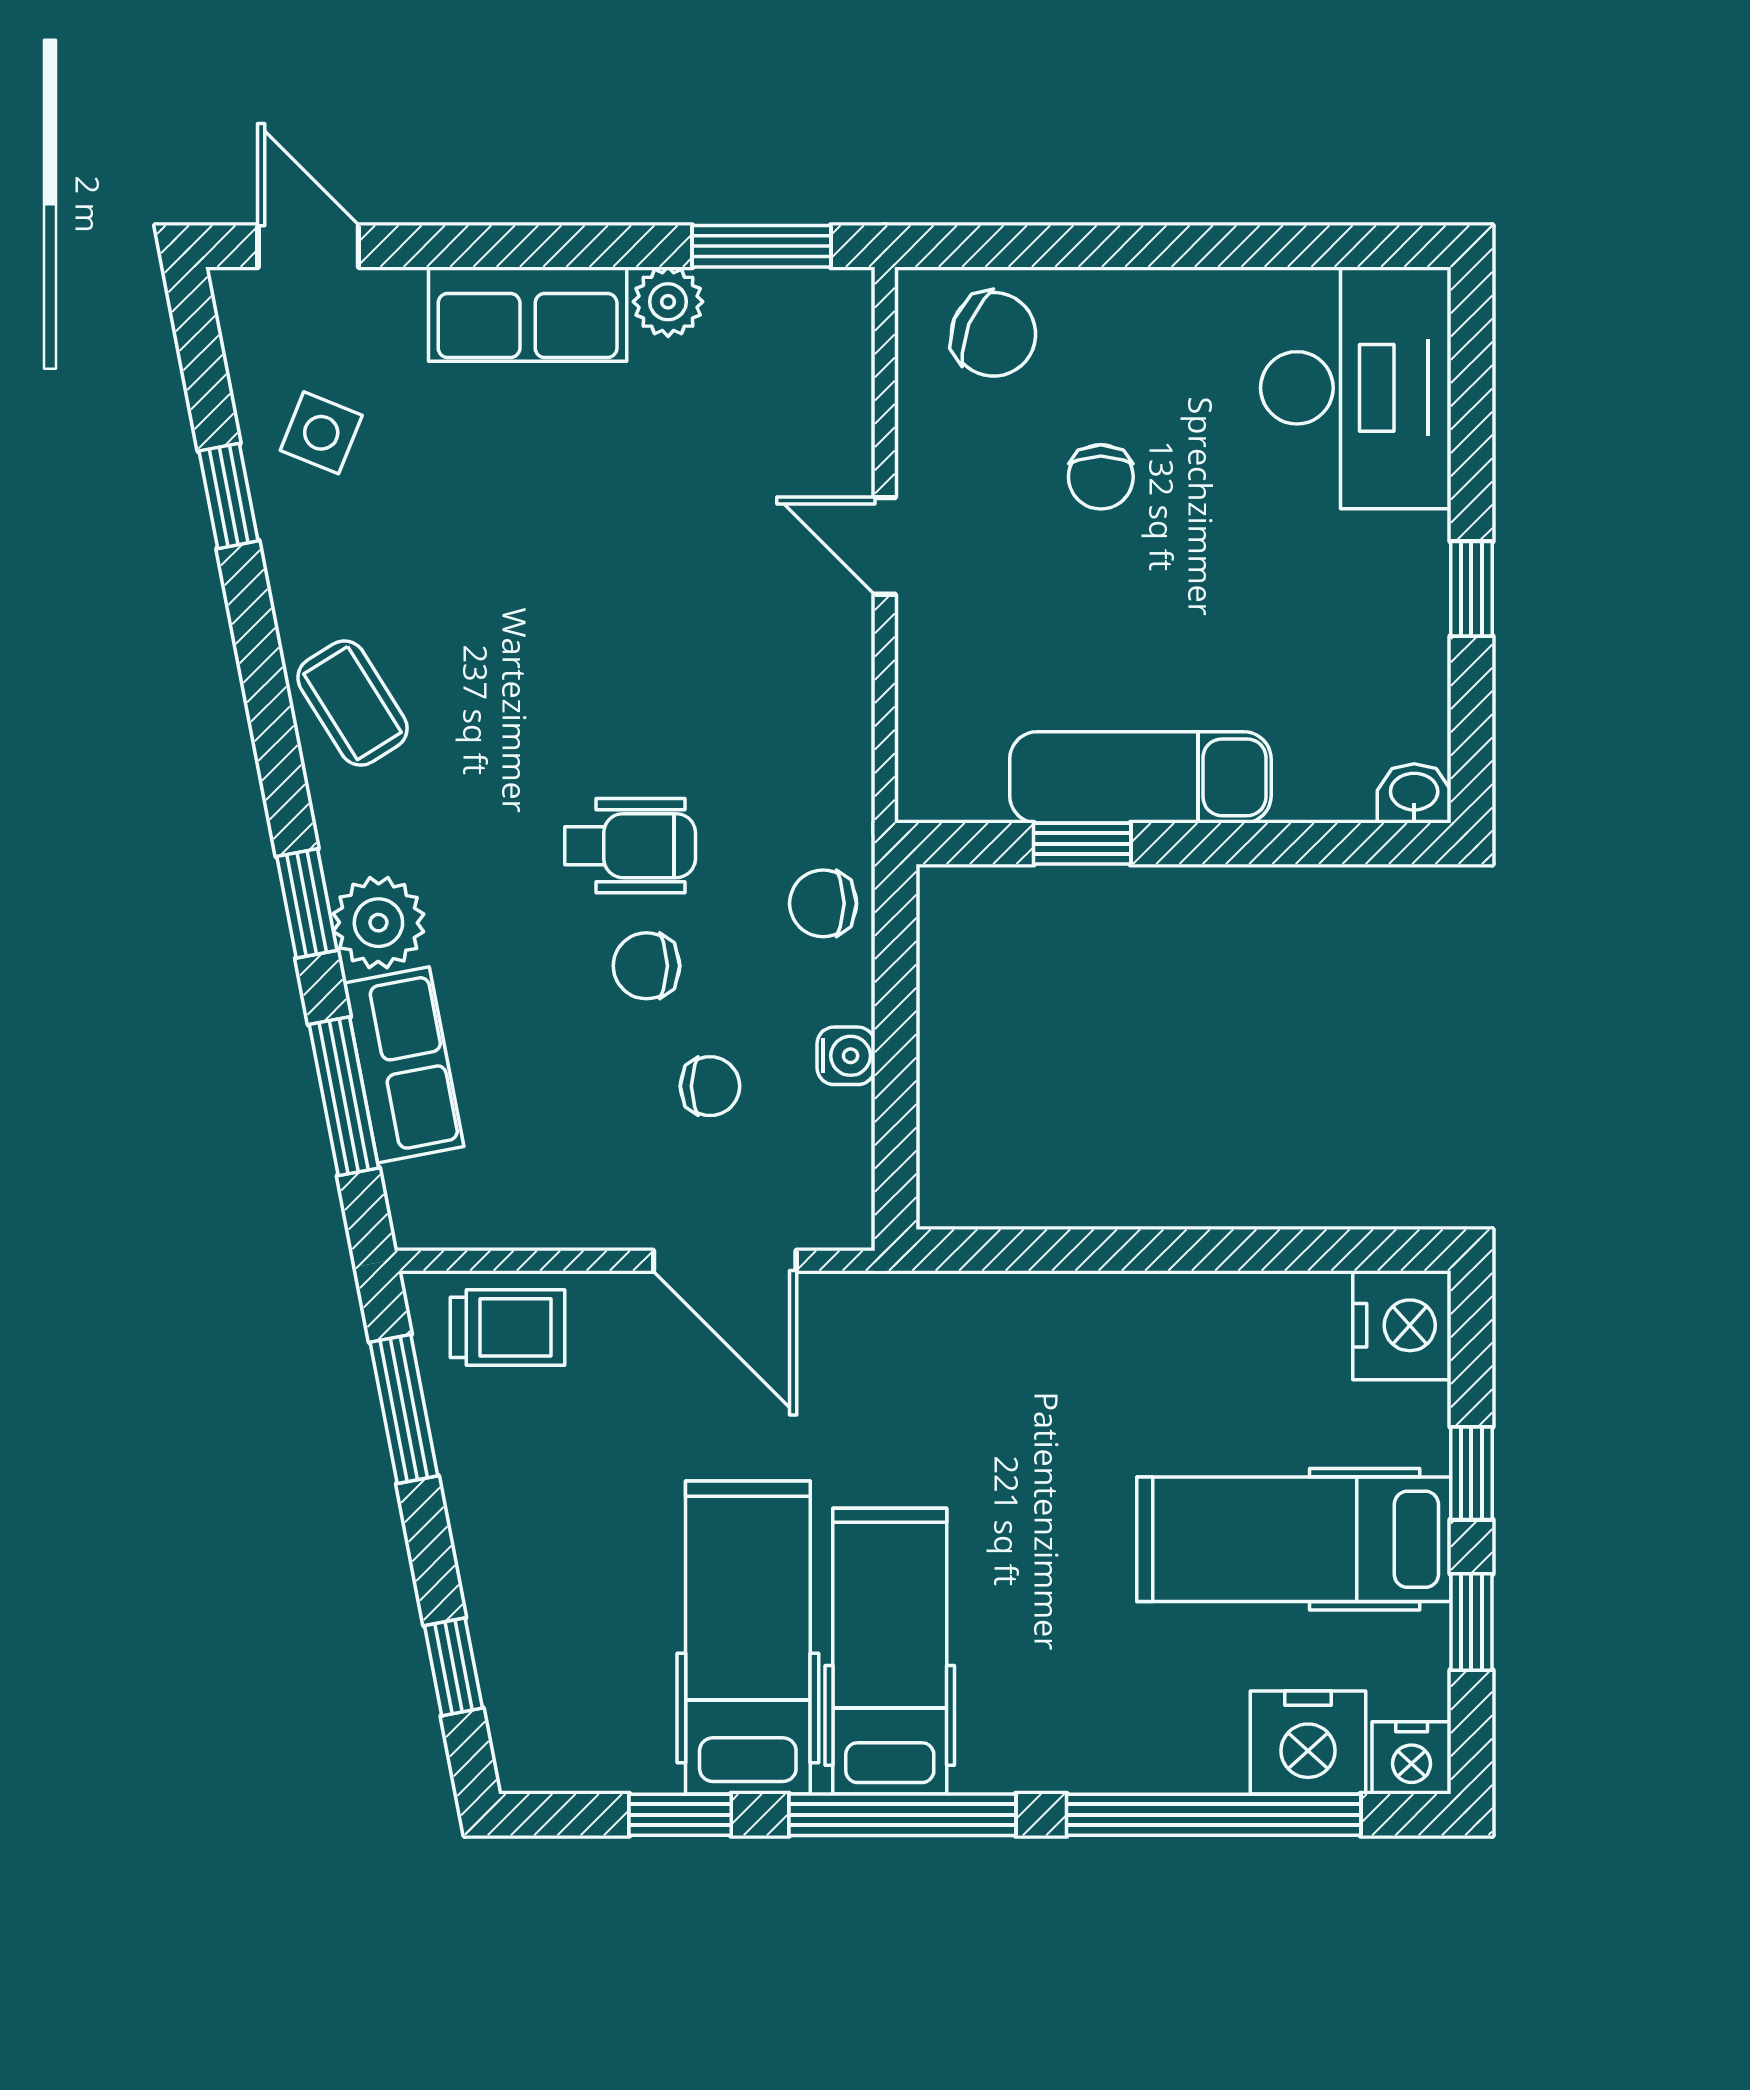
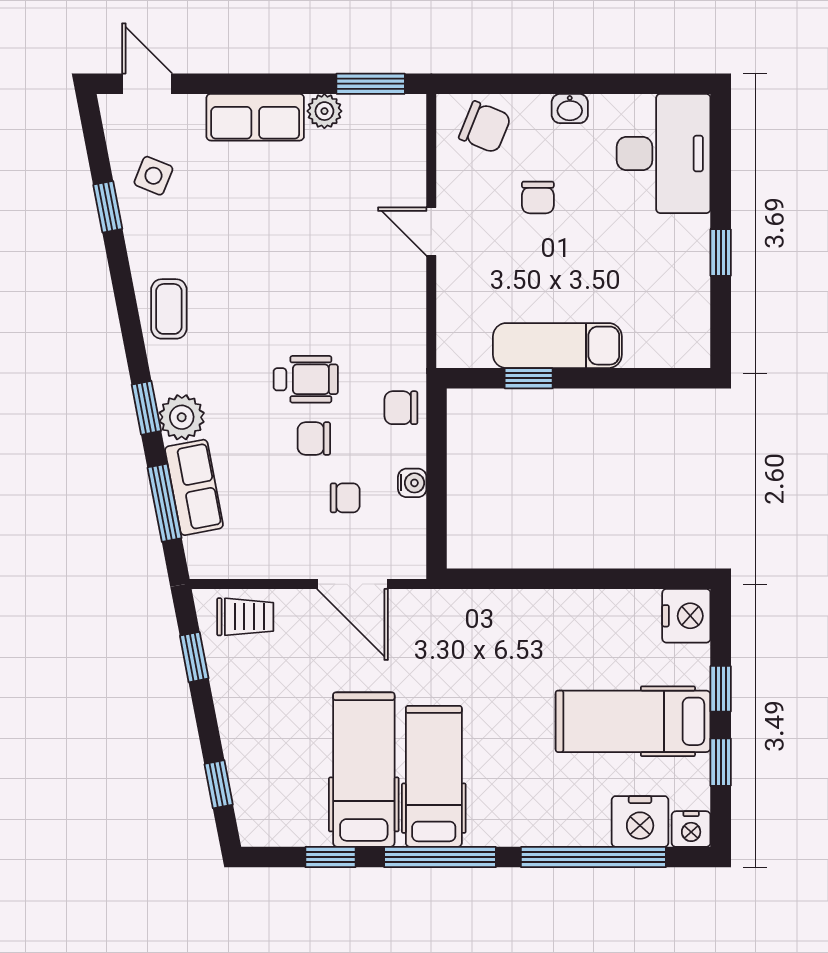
coffee table: (353, 703) -> (169, 309), turned 32
washbasin: (1414, 793) -> (570, 109), moved, turned 180
window: (404, 1409) -> (194, 657), width x0.67

